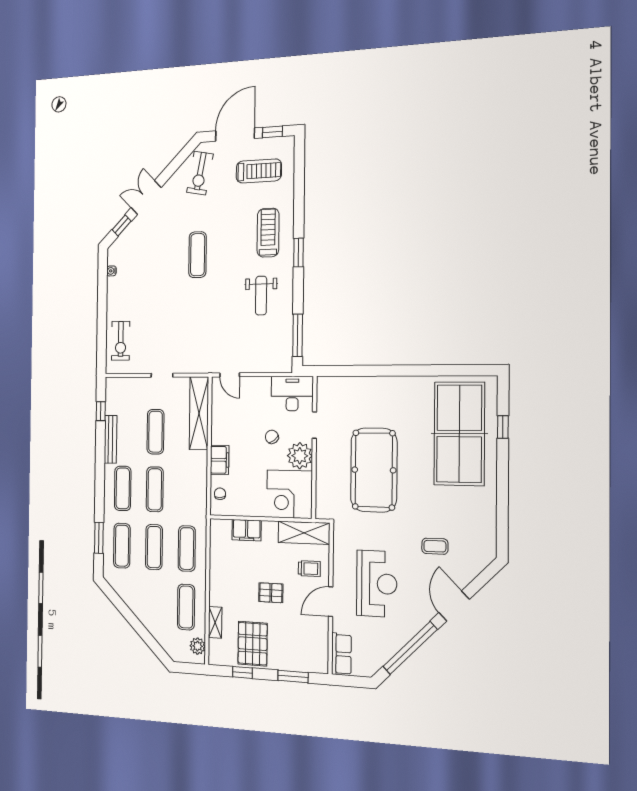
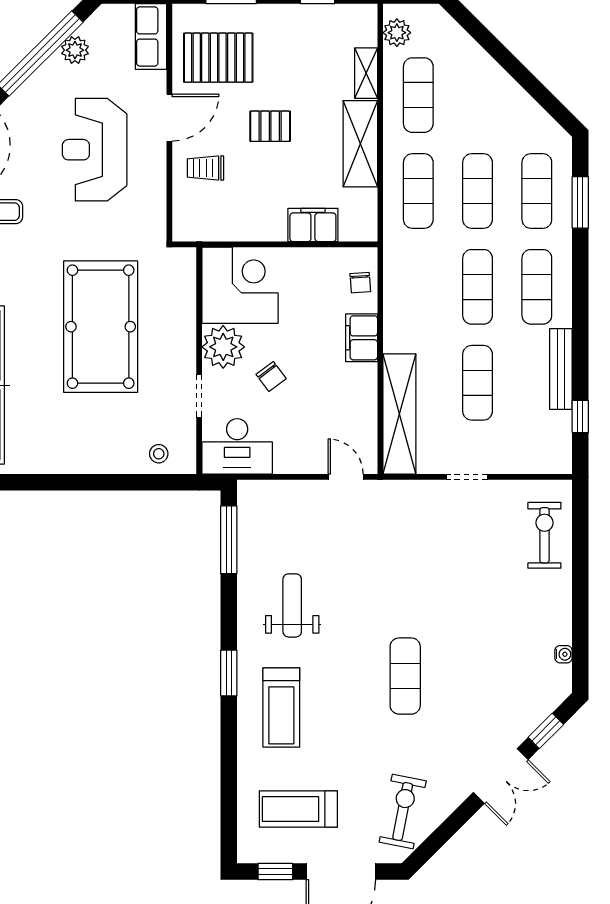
stool: (339, 389) -> (159, 454), added
shelving: (304, 533) -> (360, 144), moved, turned 90
pallet: (253, 644) -> (218, 58), moved, turned 90
plant: (388, 649) -> (75, 50), added

